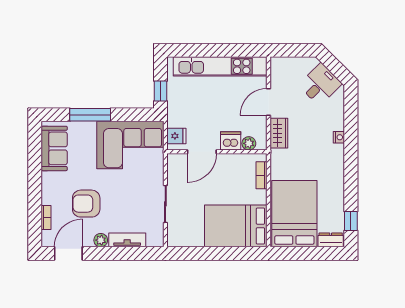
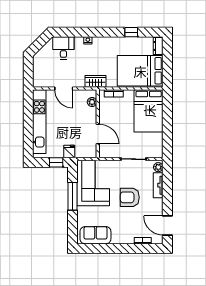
desk: (320, 84) -> (63, 48), moved, turned 45
window: (90, 115) -> (72, 196), moved
wardrobe: (279, 133) -> (95, 81), moved
fridge: (176, 136) -> (69, 152), moved
dishwasher: (231, 141) -> (90, 114), removed
armchair: (86, 204) -> (130, 197), moved, turned 90
window: (351, 221) -> (131, 32), moved
plant: (101, 240) -> (158, 167), moved

